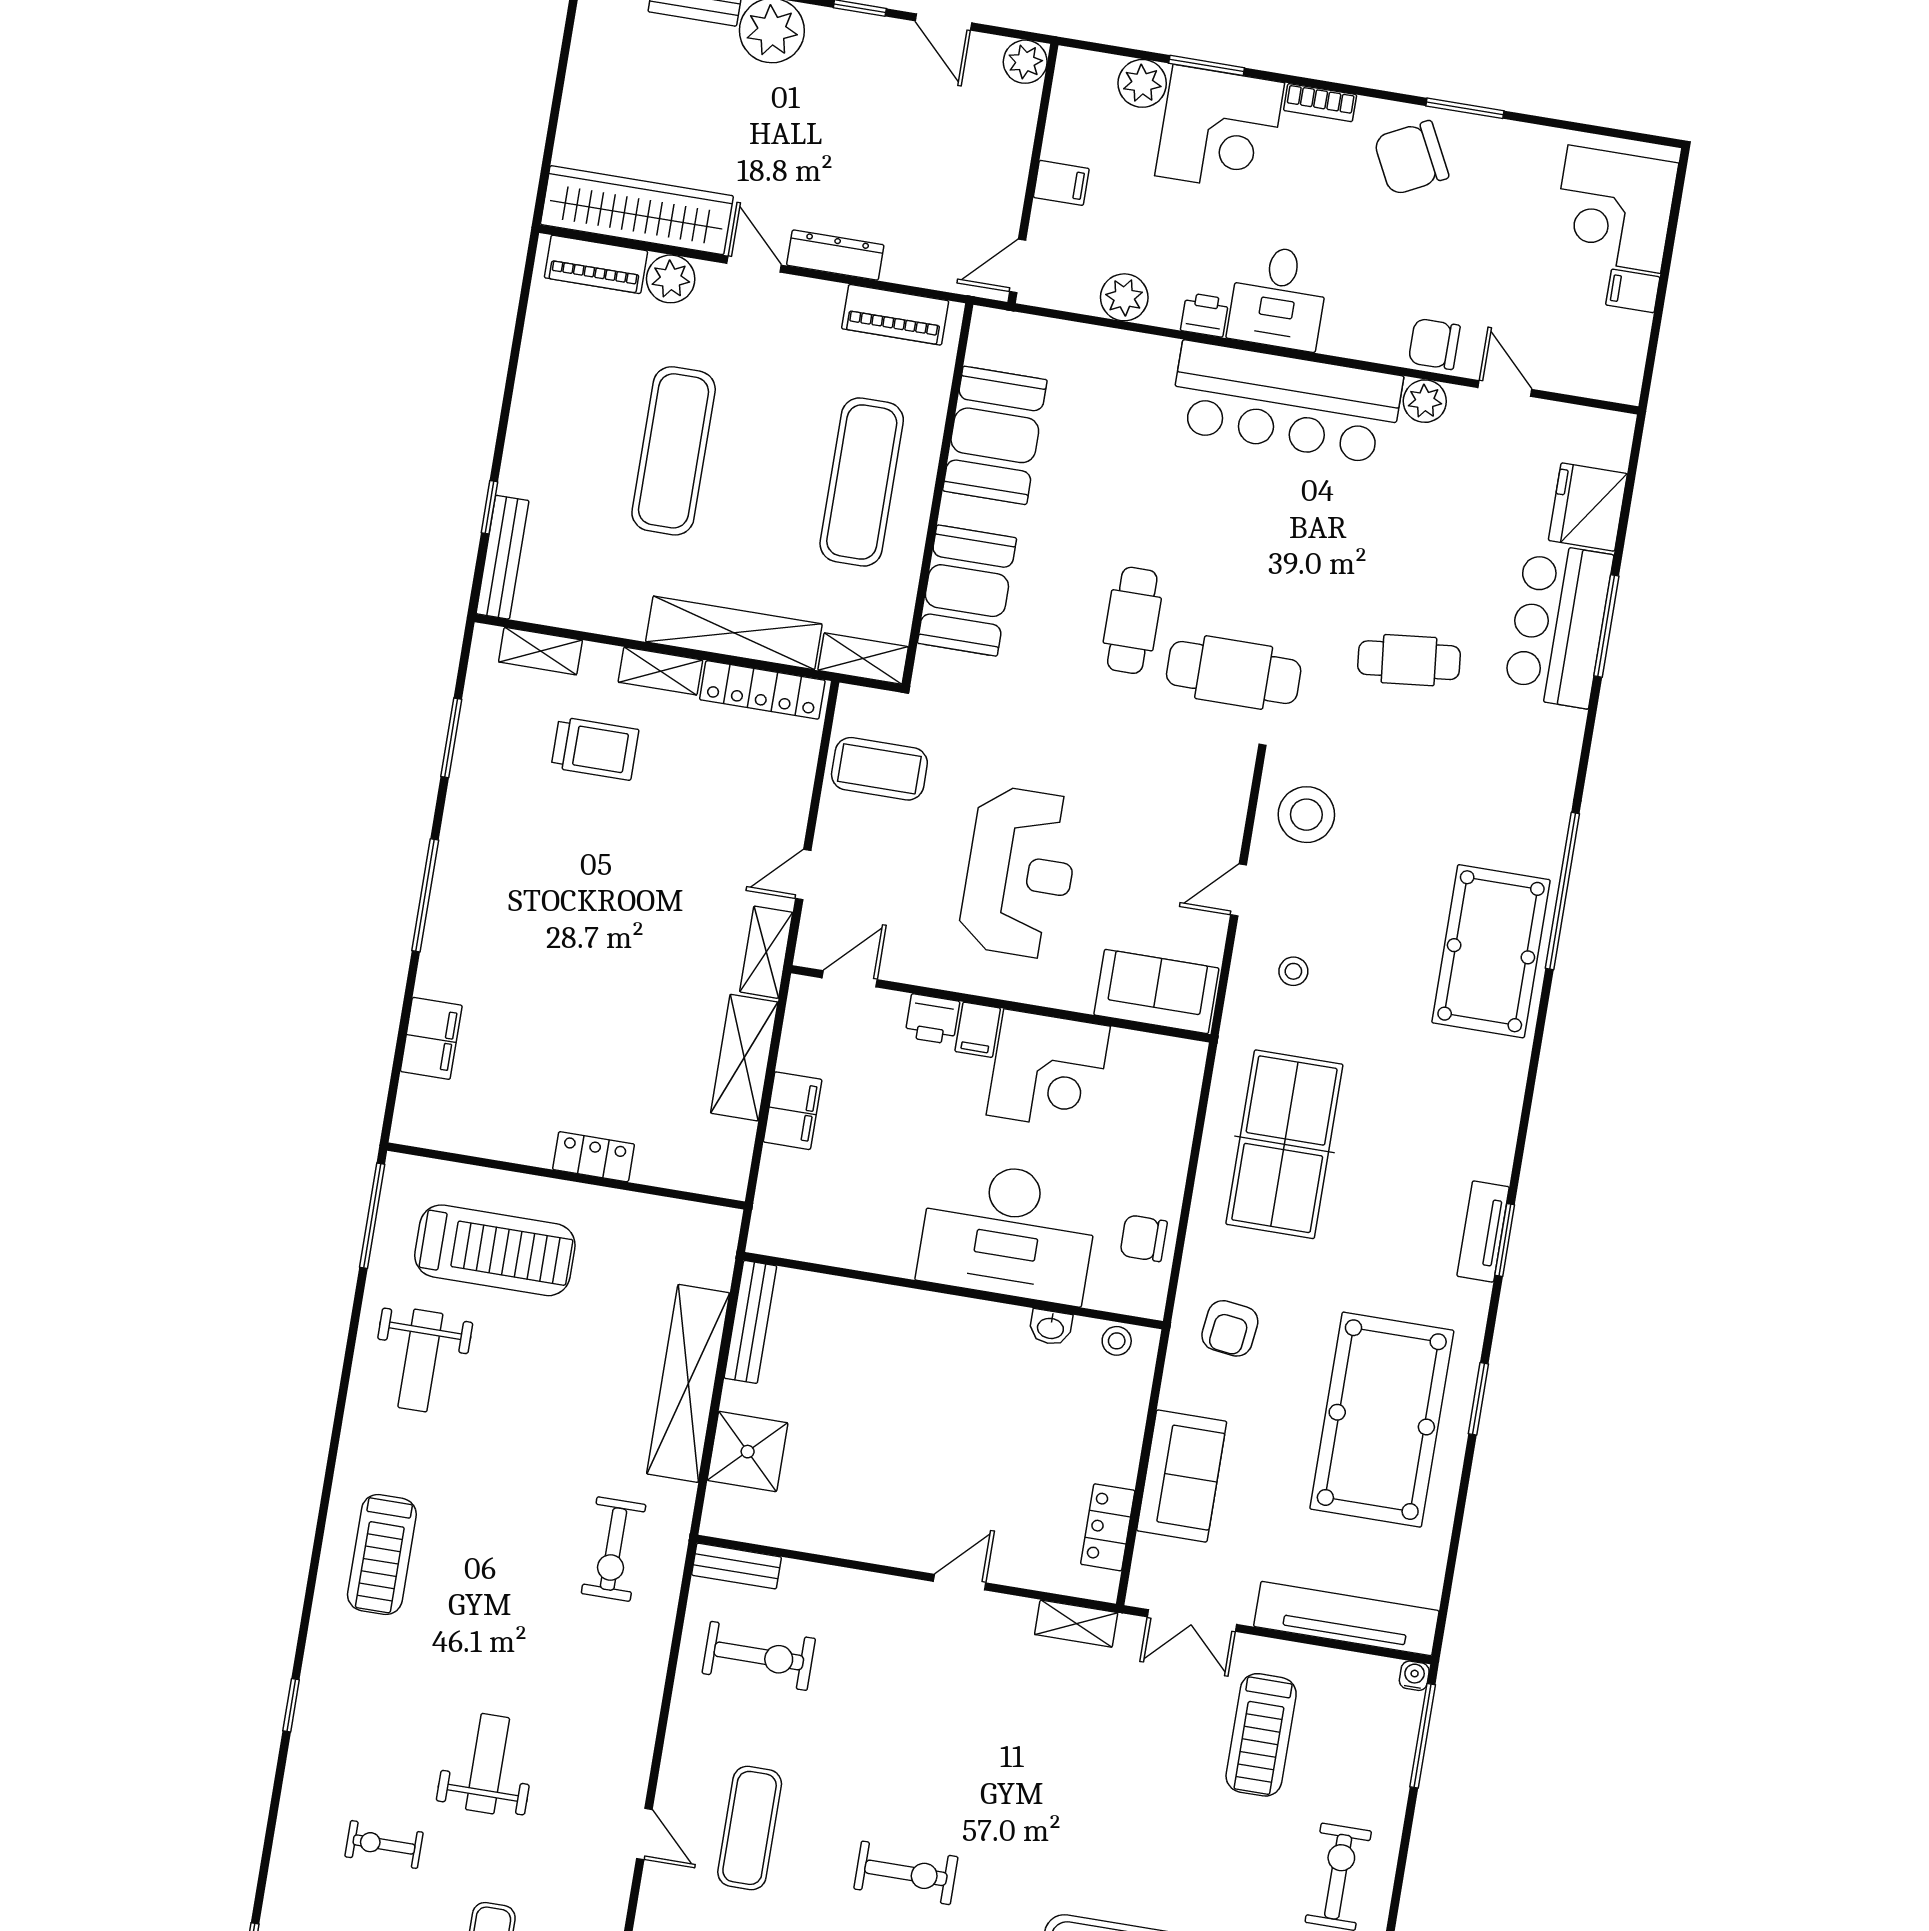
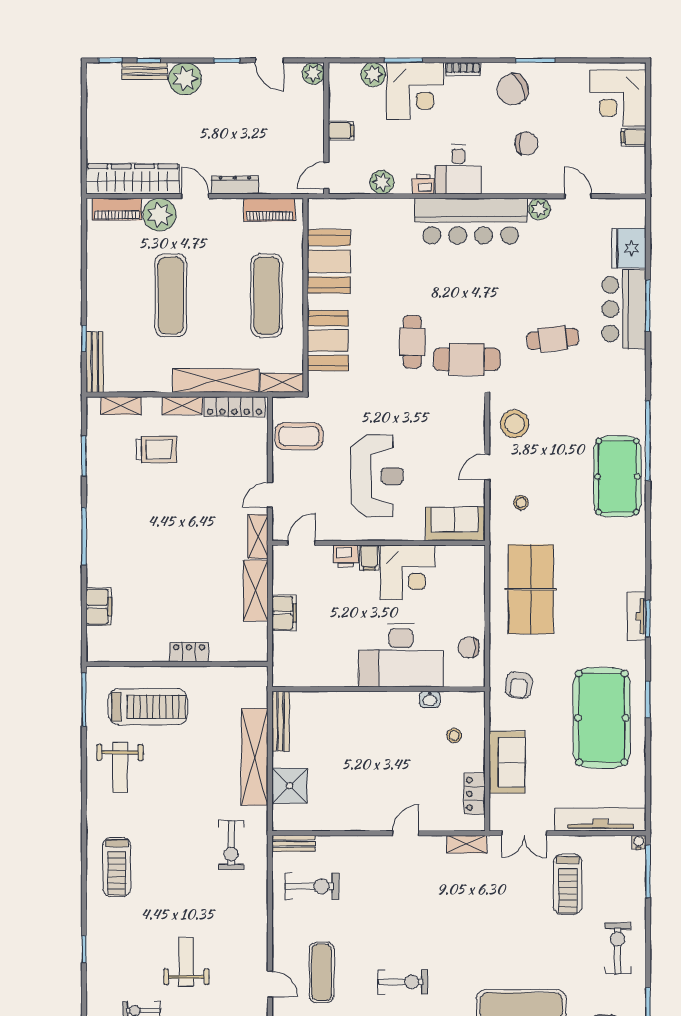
plant: (671, 279) -> (160, 215), width x1.36, depth x1.36
chair: (1434, 344) -> (526, 144), moved, turned 180
stool: (1117, 1341) -> (454, 735), moved

